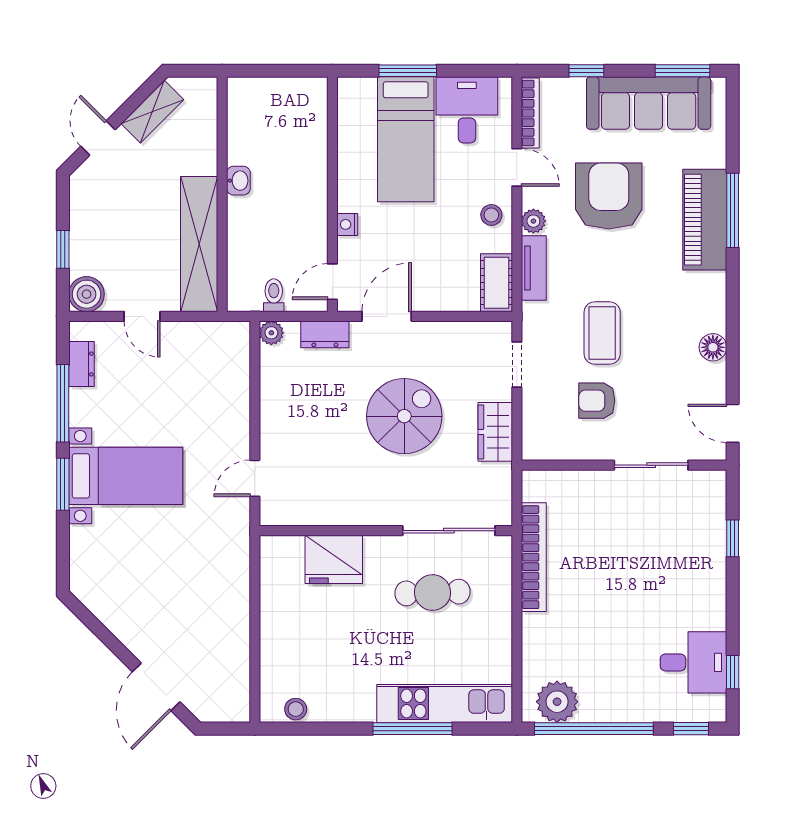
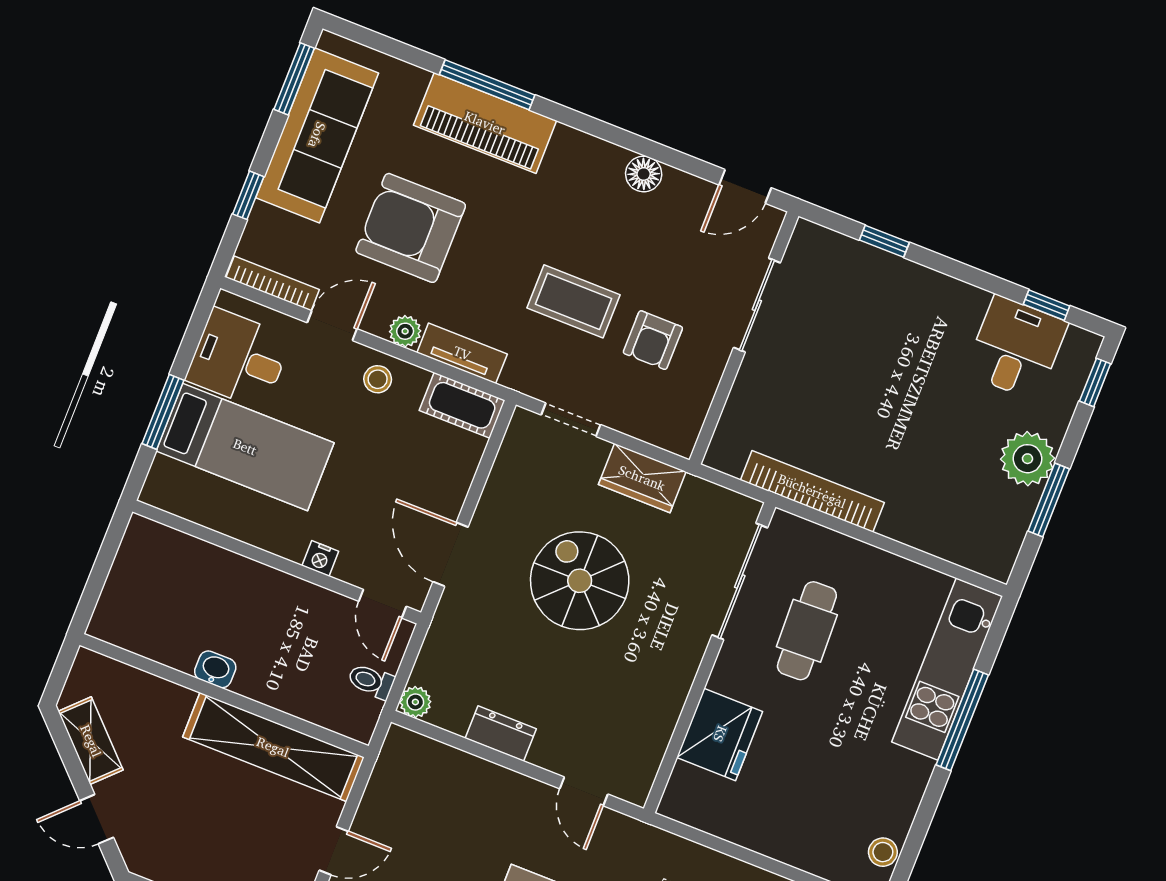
dresser: (325, 334) -> (501, 733), moved, turned -90
plant: (557, 702) -> (1027, 459), moved
window: (594, 729) -> (1049, 500), width x0.47

